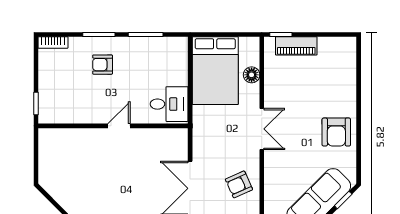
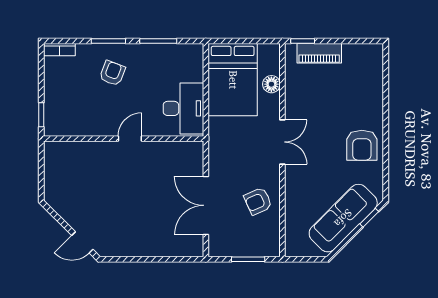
armchair: (103, 65) -> (112, 73), turned 111
desk: (169, 104) -> (183, 108), width x1.37

